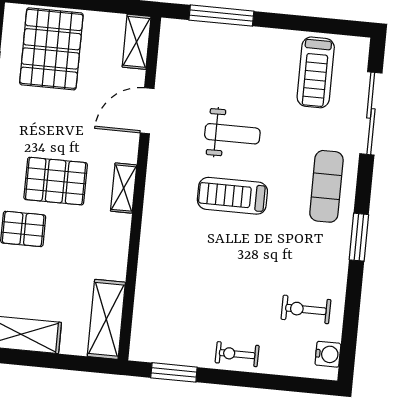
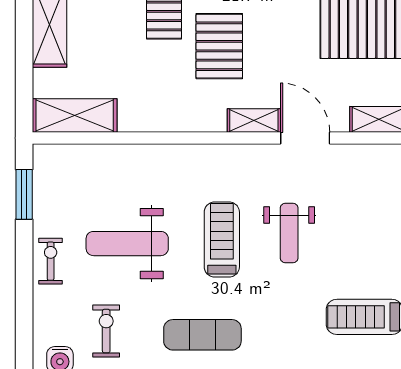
exercise mat: (326, 186) -> (202, 335), moved
shelving: (124, 188) -> (254, 121), moved
weight bench: (228, 283) -> (127, 244), added

